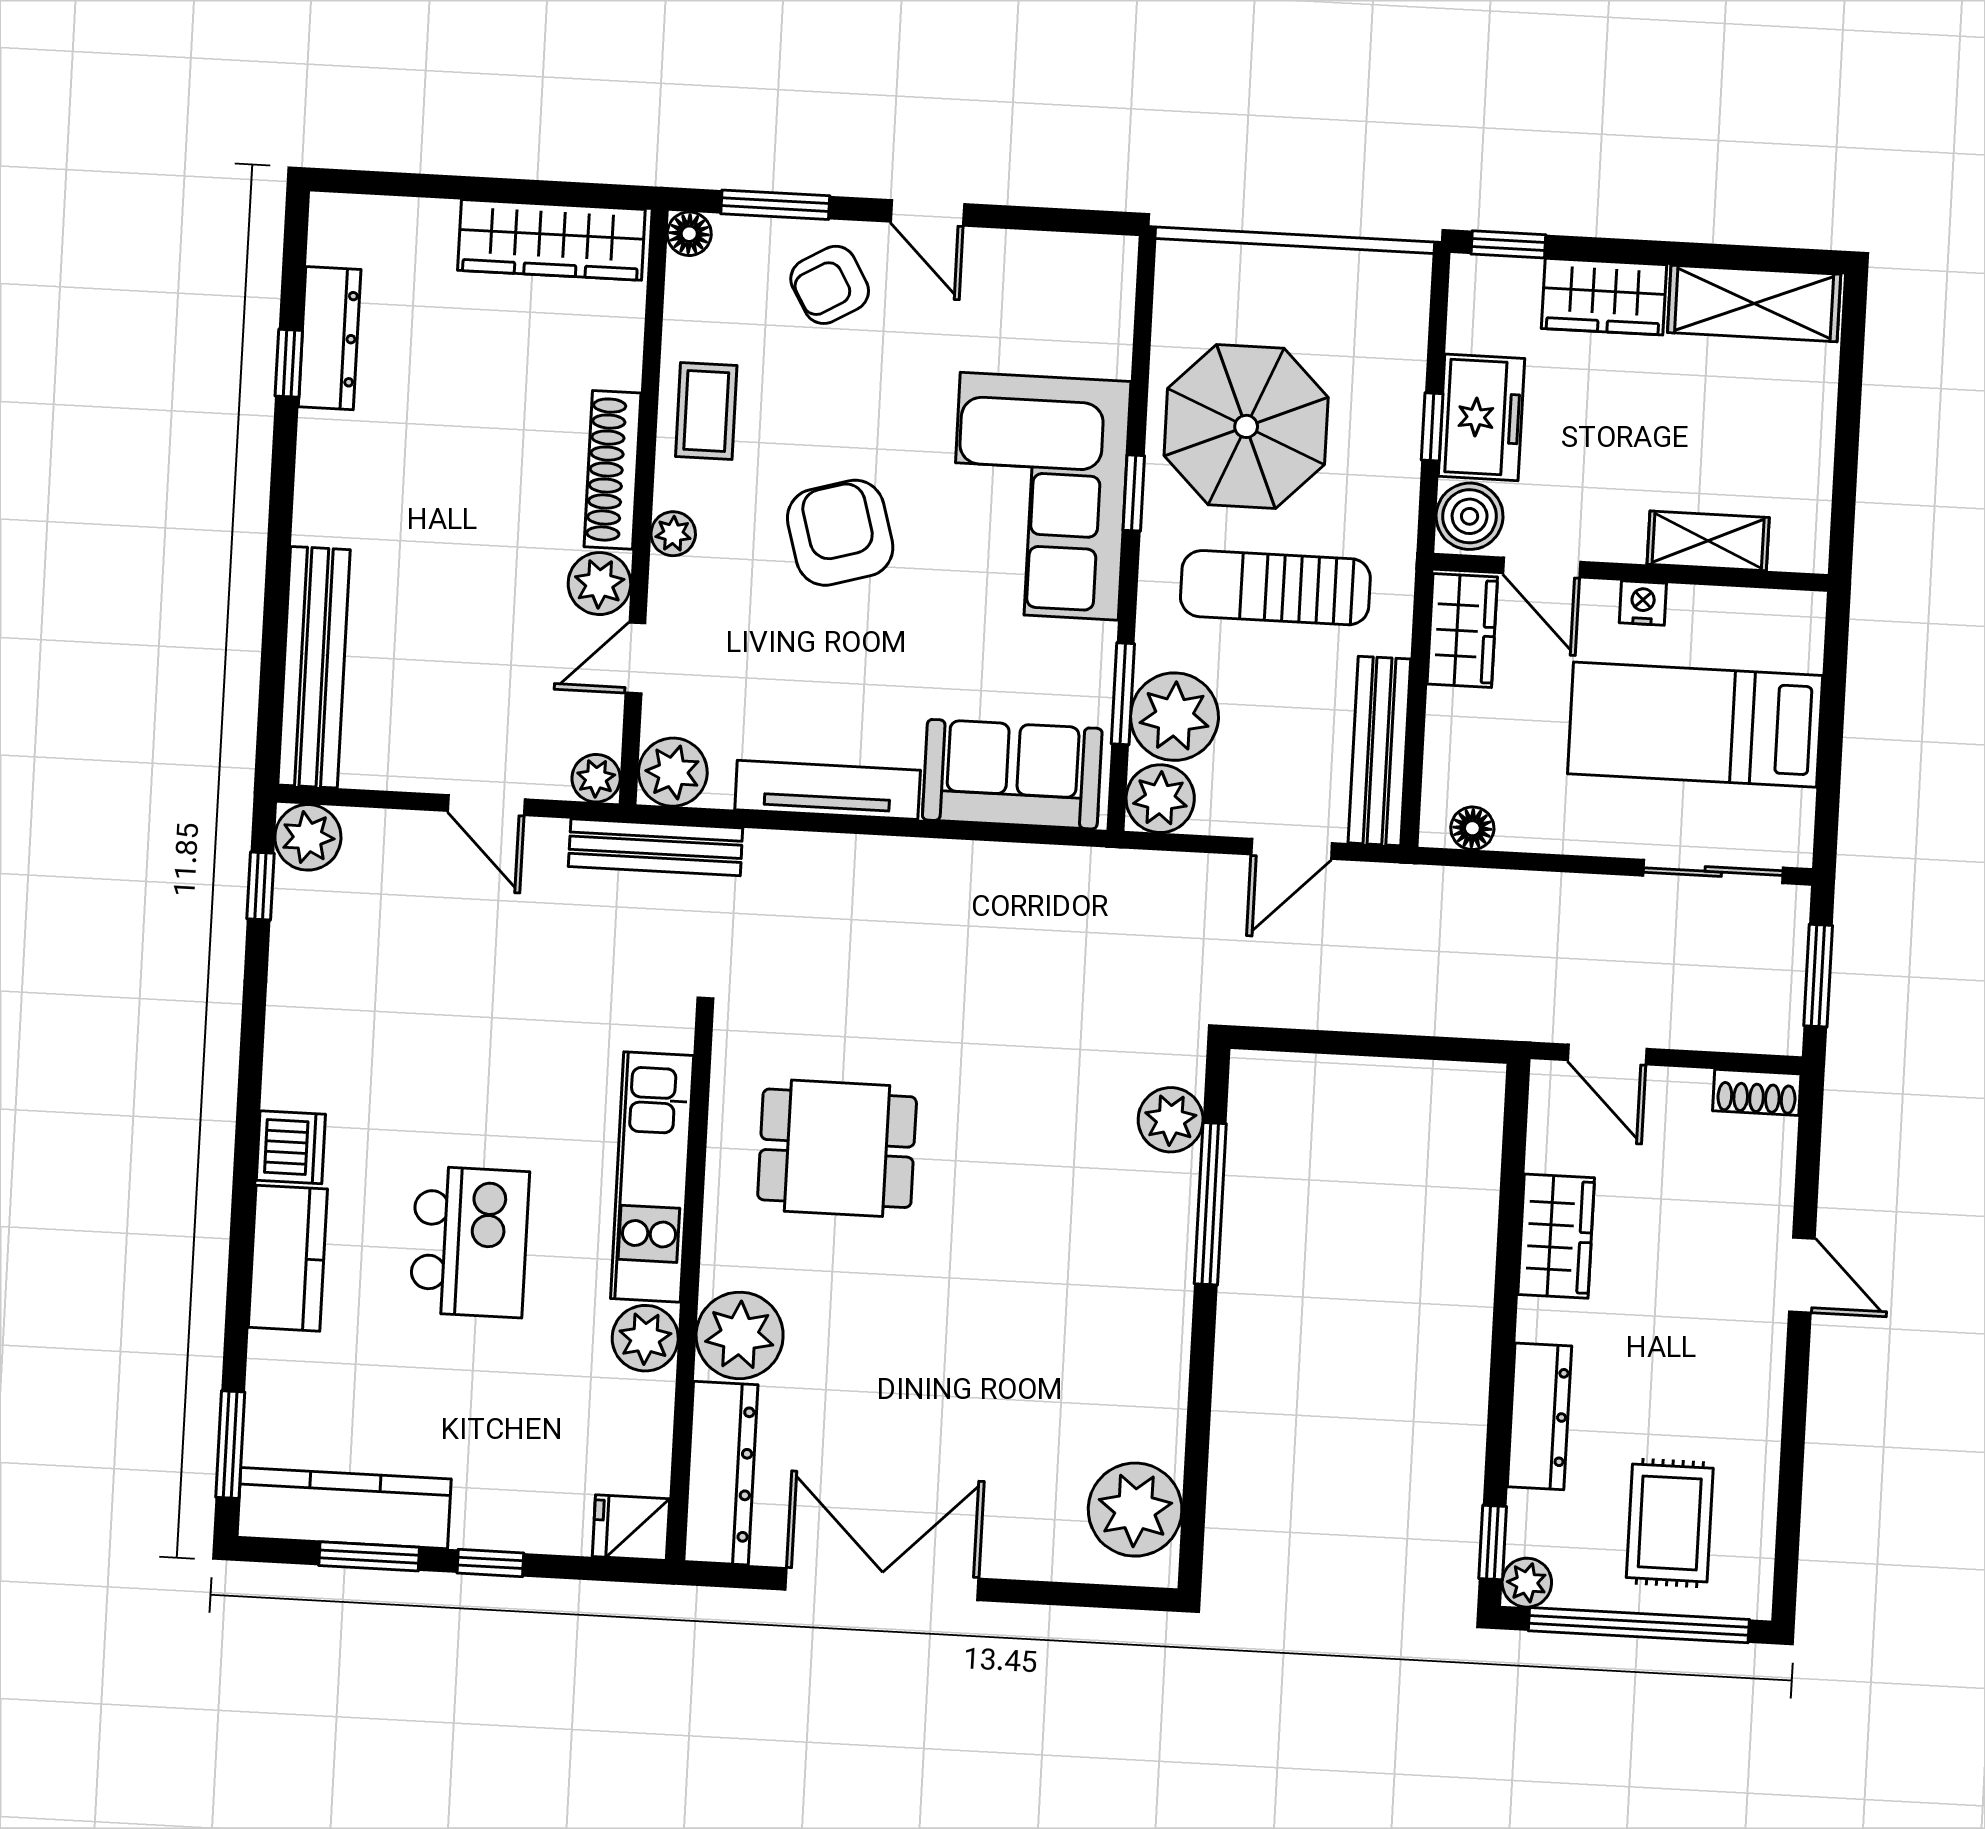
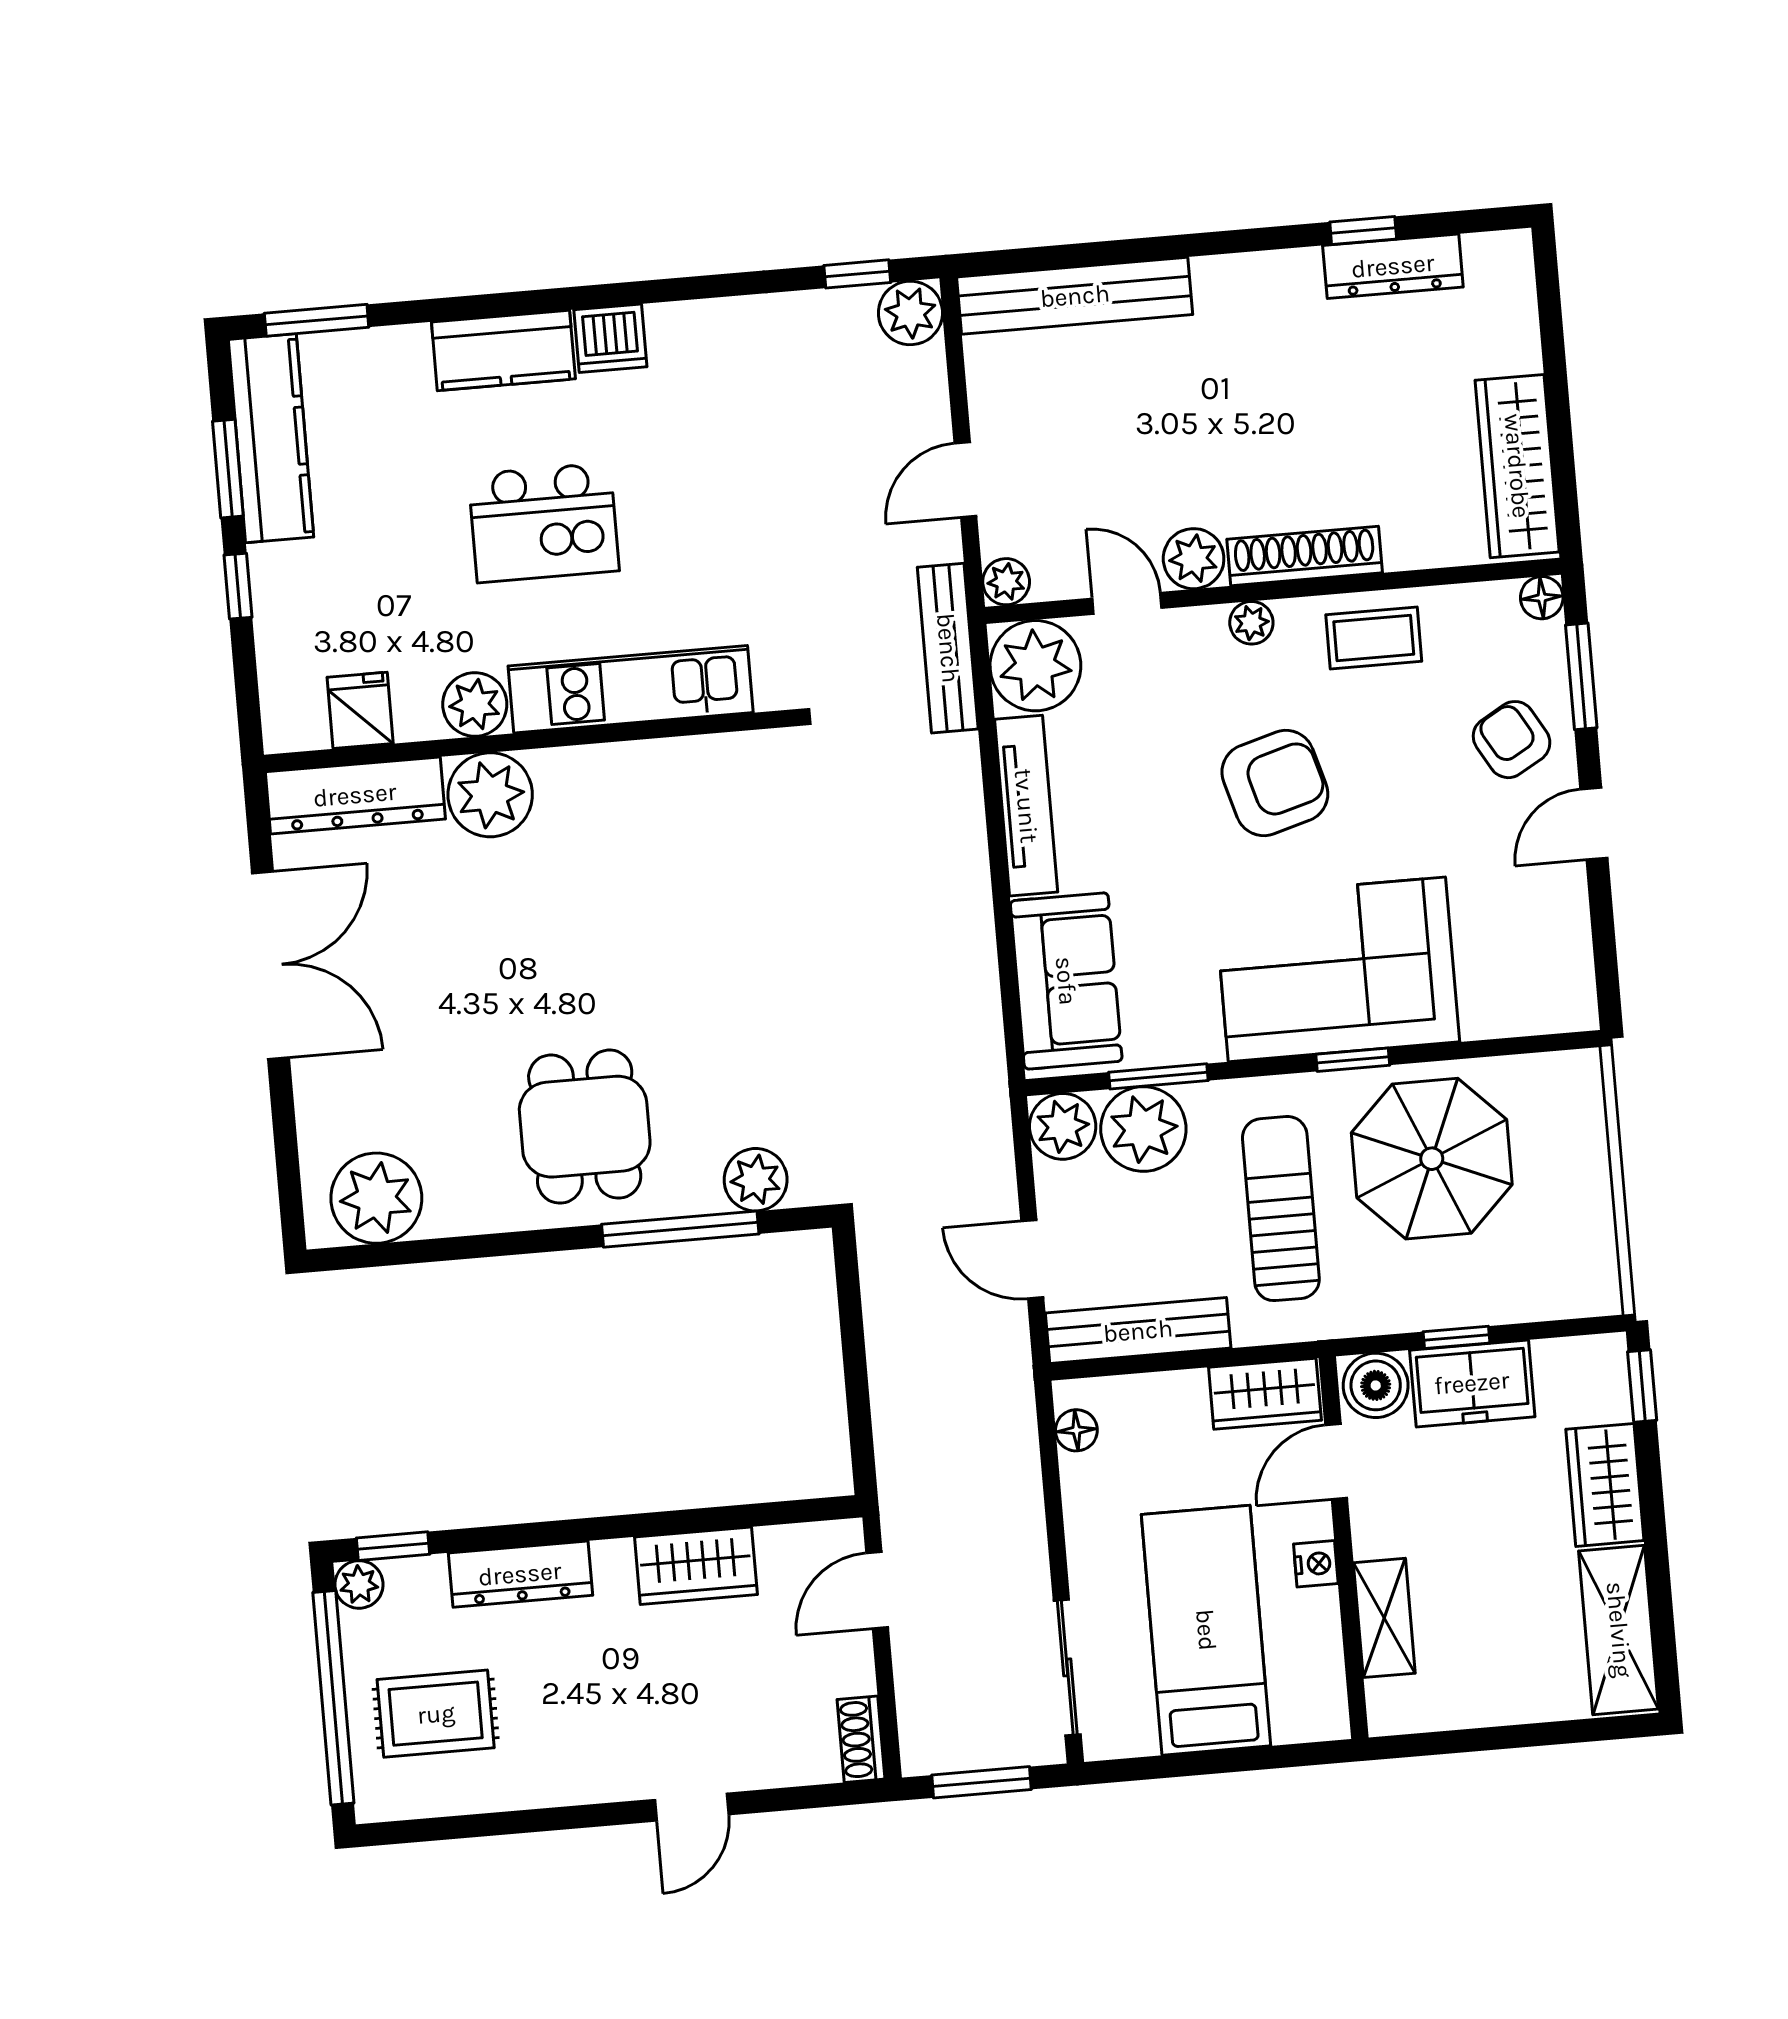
plant: (673, 772) -> (1035, 666), width x1.36, depth x1.36
dining table: (837, 1148) -> (585, 1127), moved
fridge: (631, 1528) -> (360, 710), moved

